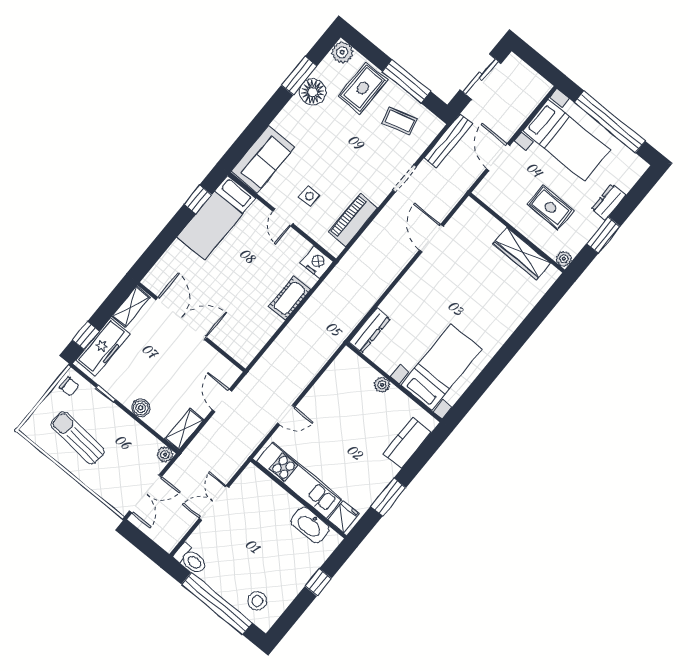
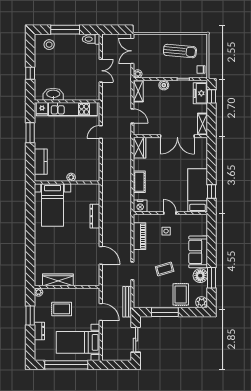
coffee table: (399, 121) -> (165, 269), moved
sofa: (263, 159) -> (198, 252), moved
dresser: (369, 330) -> (95, 216), moved
freezer: (103, 347) -> (200, 93), width x0.71
wardrobe: (249, 347) -> (140, 148), added
window: (217, 603) -> (65, 30), width x0.68

